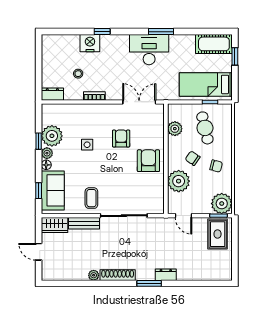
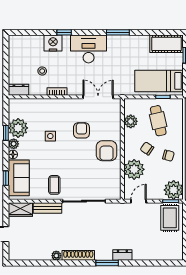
desk: (149, 50) -> (89, 49), moved
armchair: (148, 161) -> (106, 151), turned 180
door: (183, 216) -> (139, 201), swing flipped

